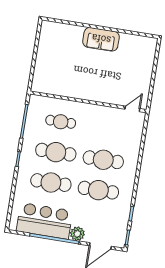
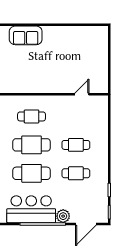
sofa: (101, 39) -> (26, 35), moved
door: (132, 109) -> (82, 94), moved
cafe table: (103, 160) -> (76, 145), width x0.73, depth x0.74
cafe table: (98, 190) -> (76, 173), width x0.73, depth x0.74

